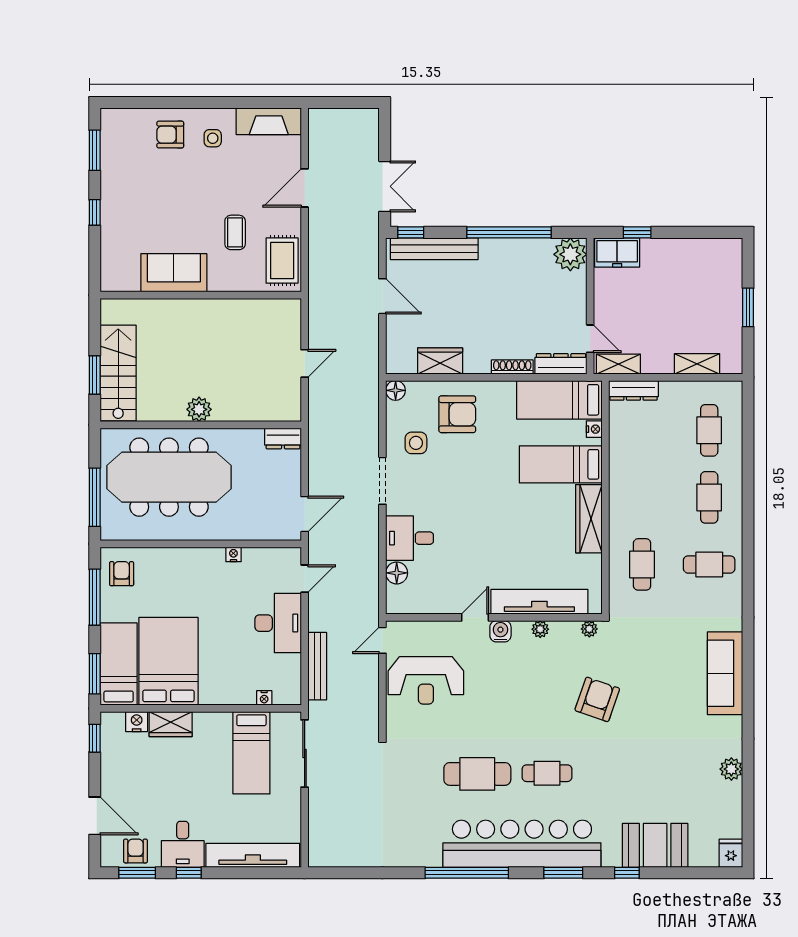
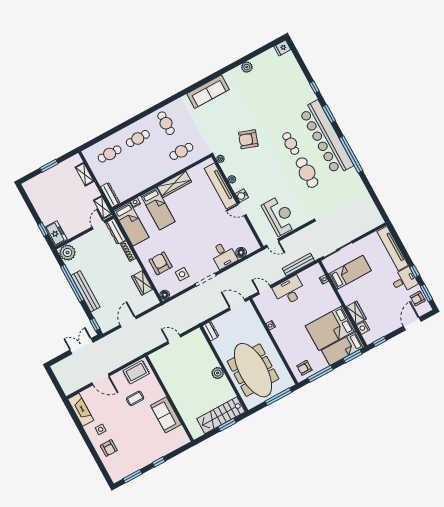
bench: (434, 249) -> (86, 291), moved
booth: (655, 845) -> (296, 82), removed

